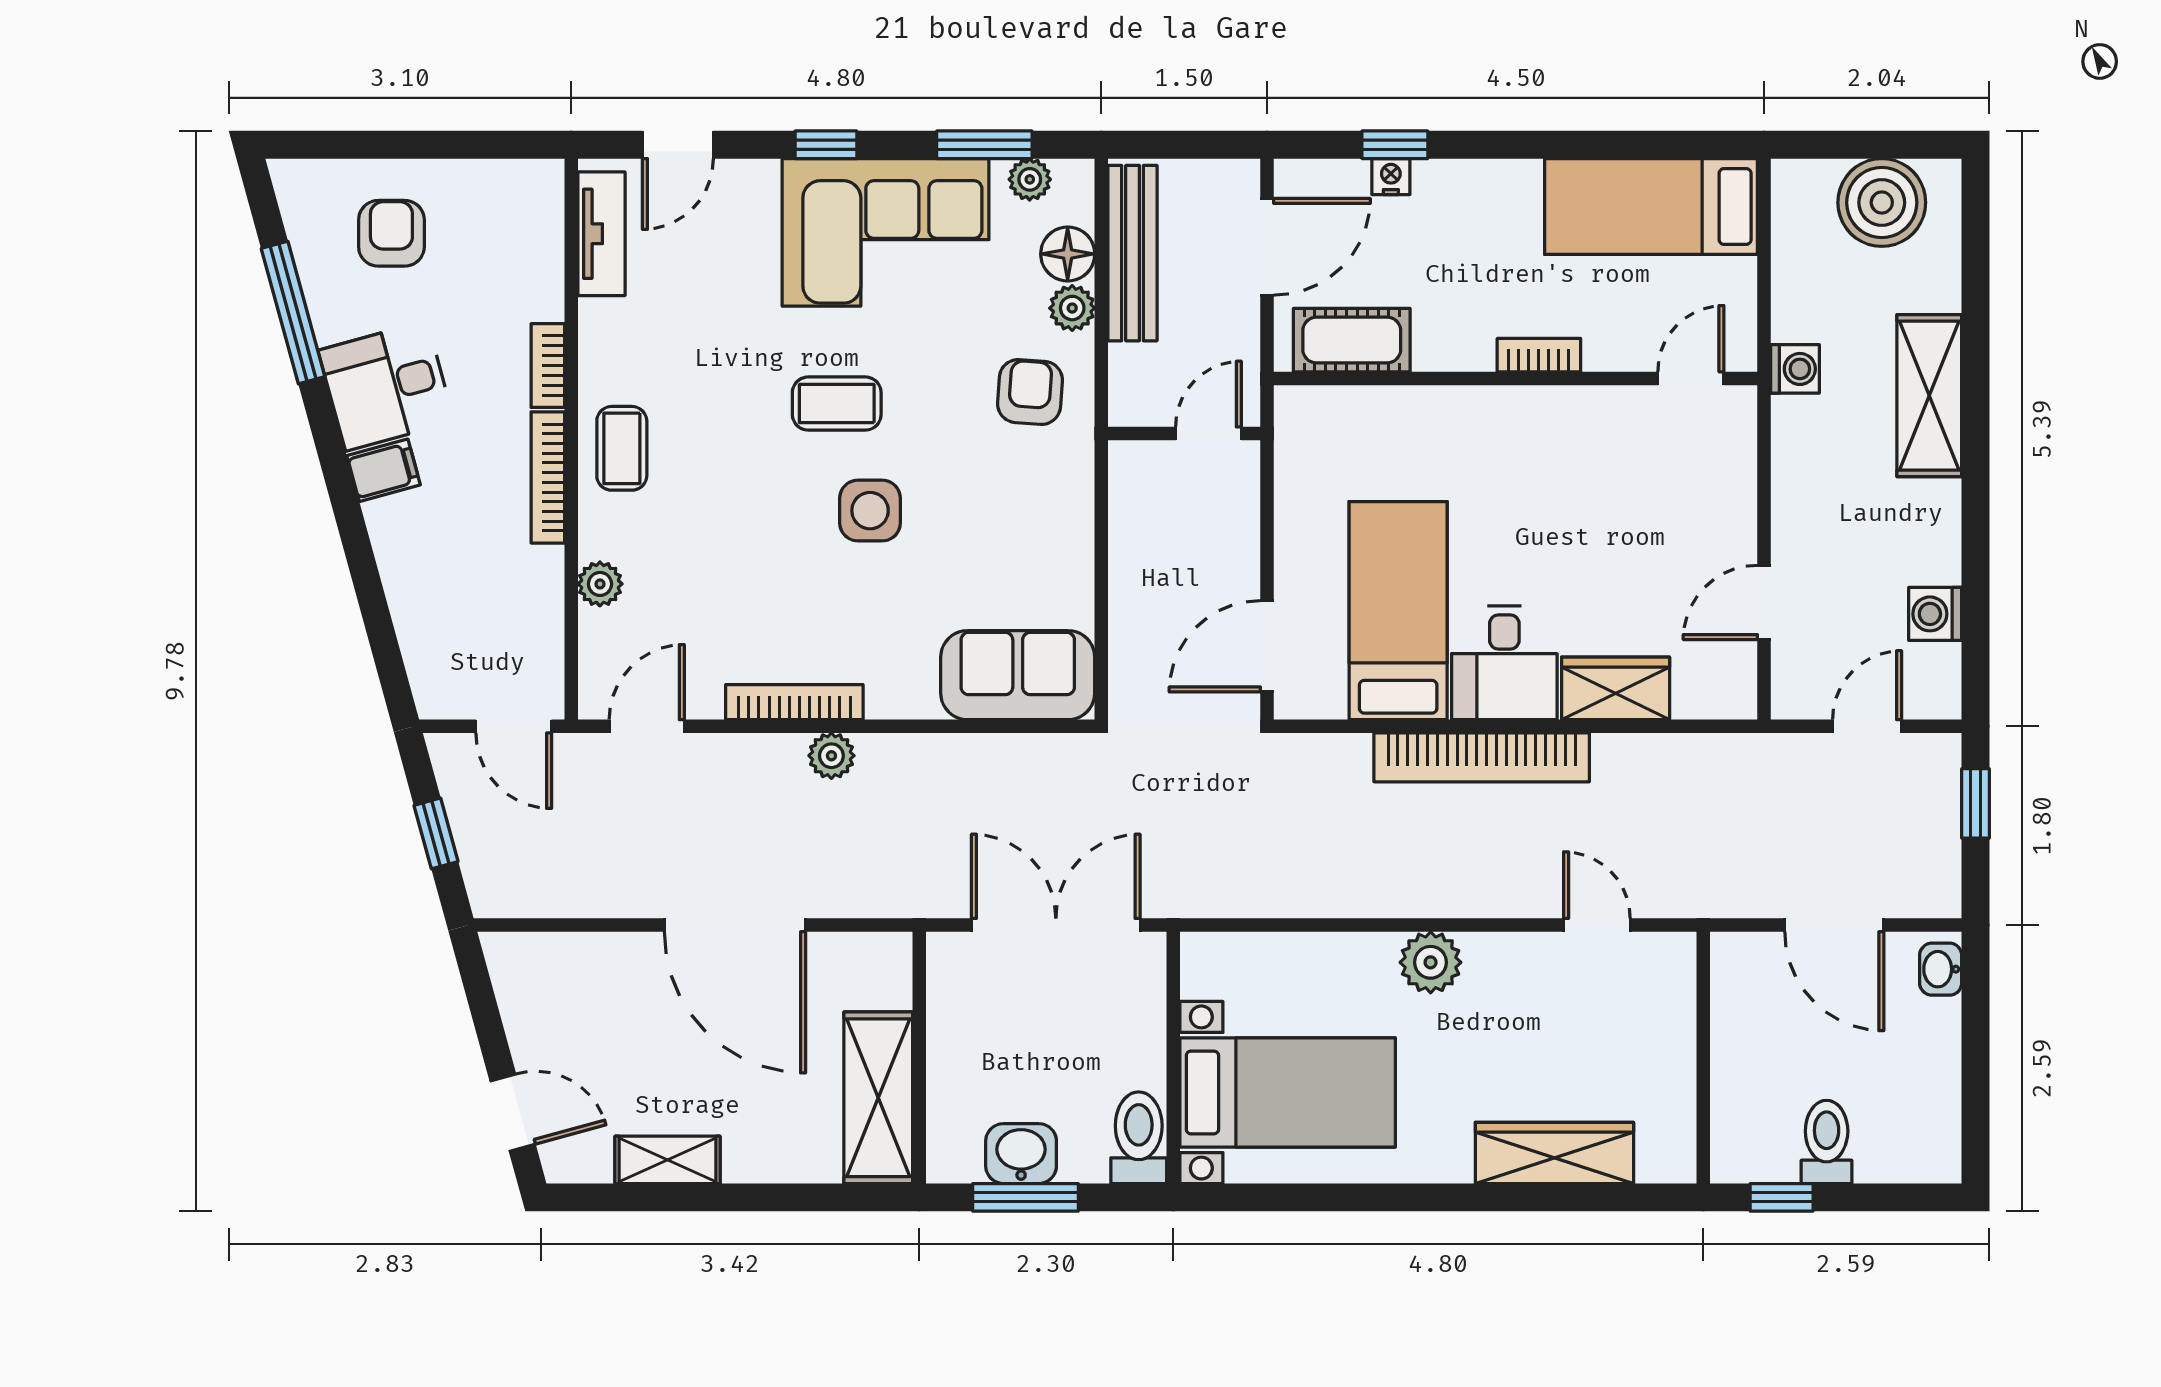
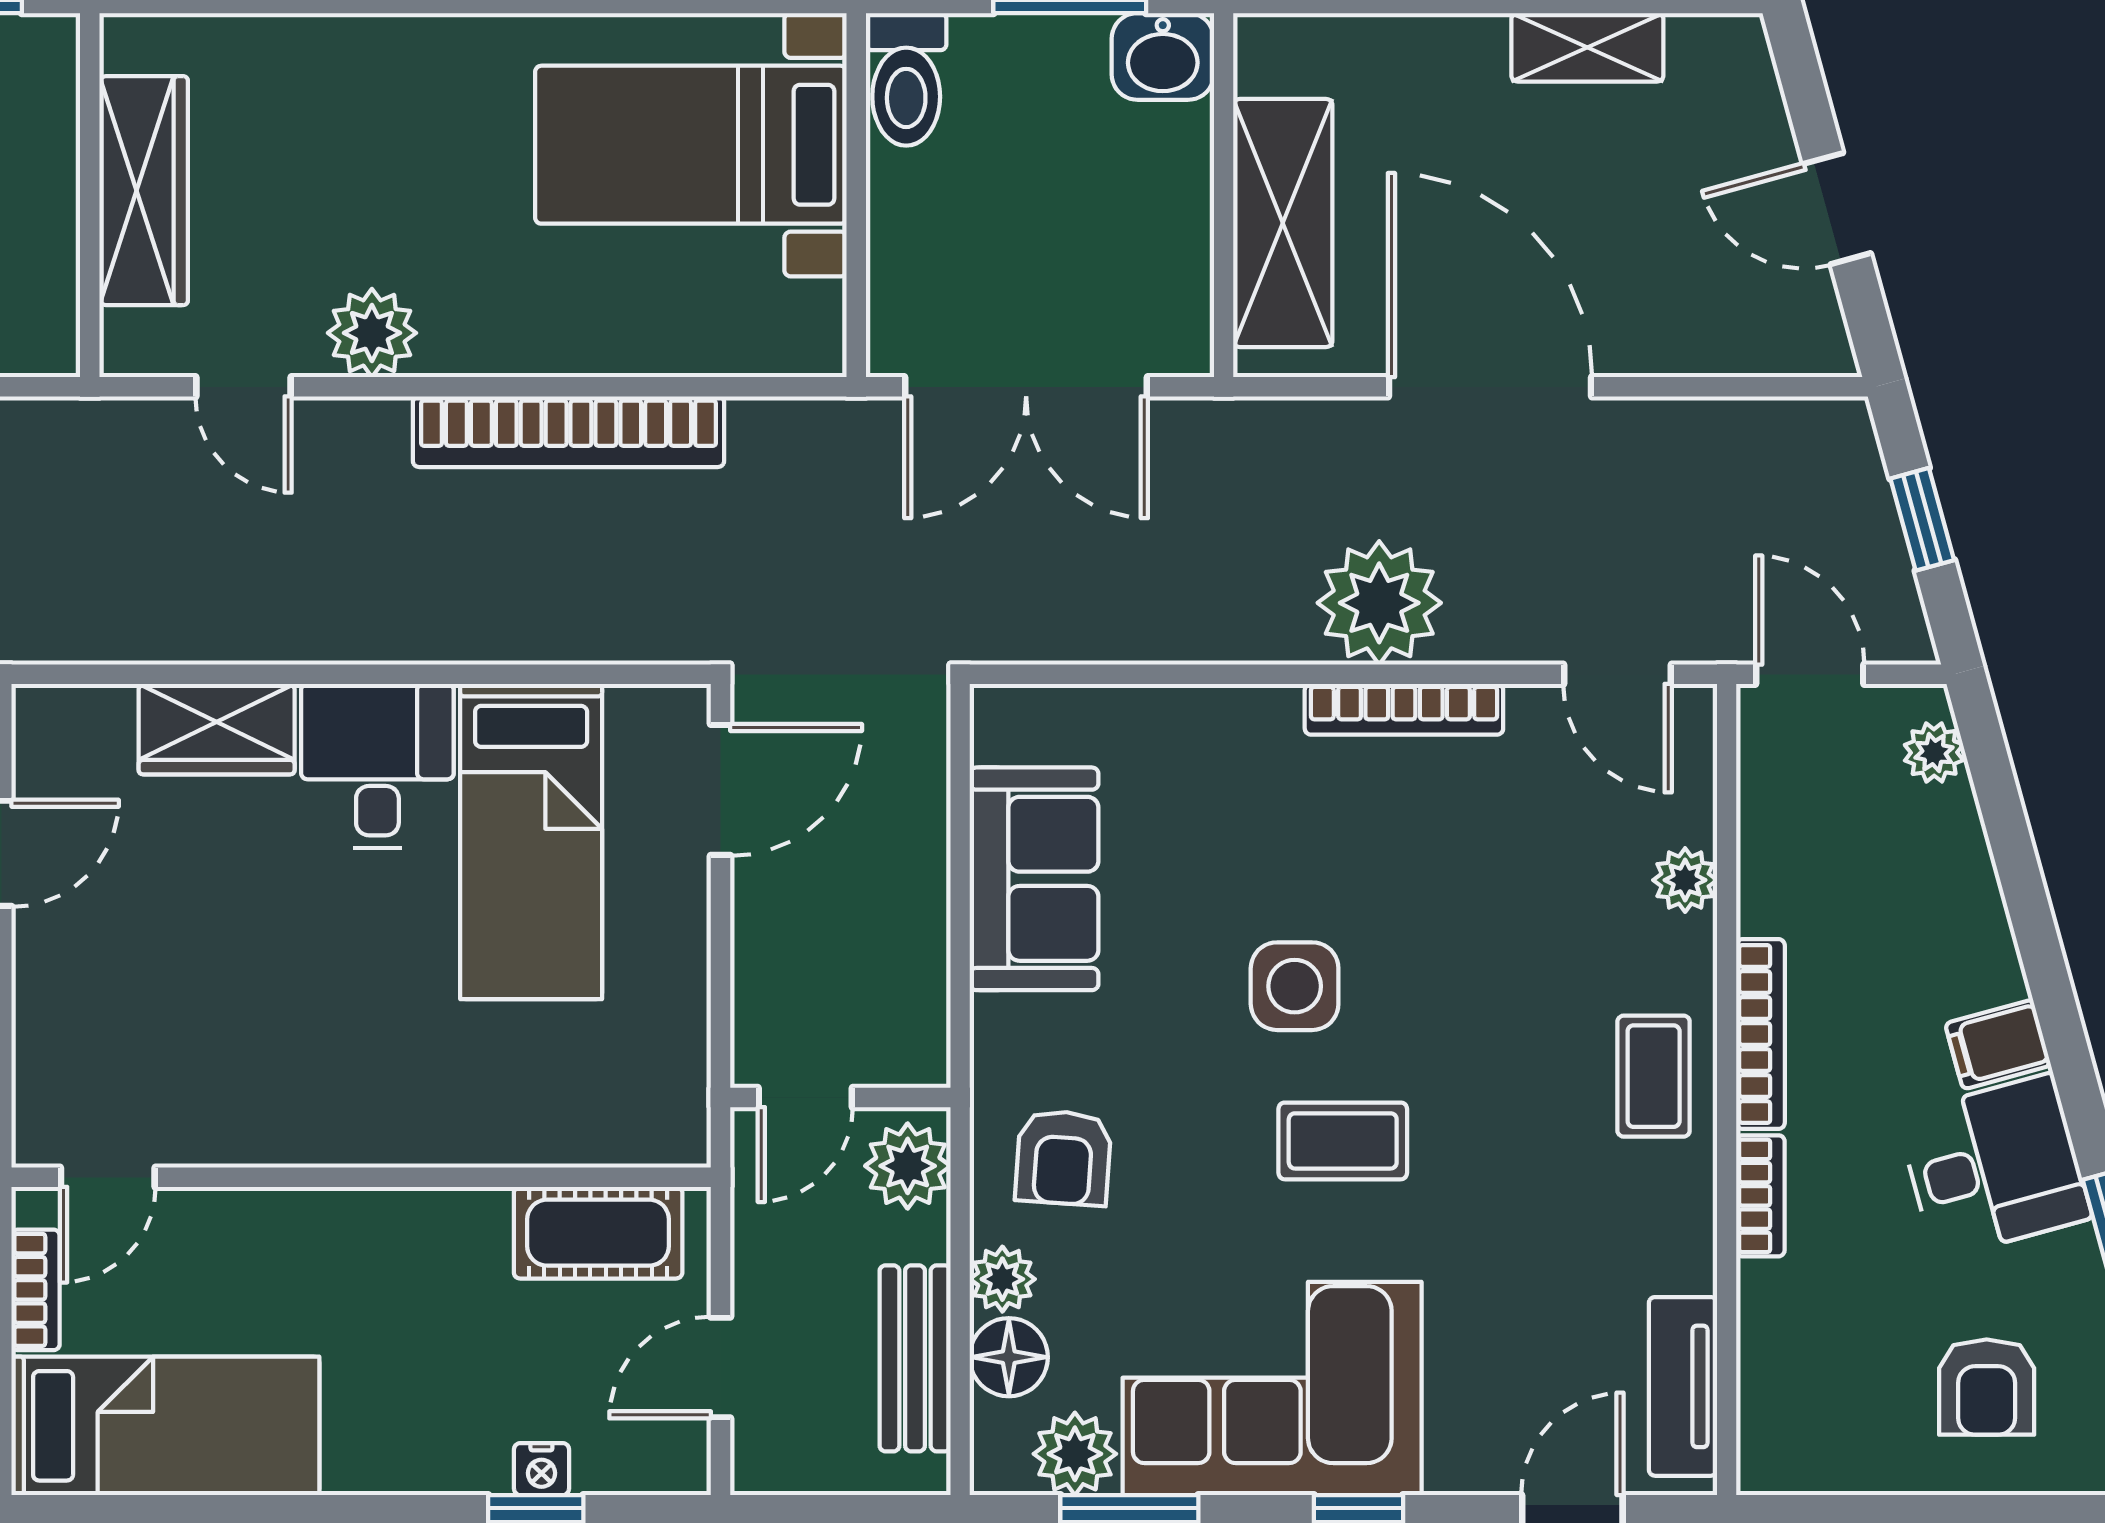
plant: (1030, 179) -> (1075, 1454), width x1.38, depth x1.38
door: (1267, 247) -> (721, 1368), width x0.73
bench: (1133, 253) -> (915, 1358), width x0.73
bookcase: (1539, 355) -> (36, 1290), moved, turned -90
plant: (1138, 386) -> (908, 1166), added
plant: (428, 672) -> (1934, 752), added
sofa: (1018, 675) -> (1034, 879), moved, turned -90
door: (647, 726) -> (1617, 674), hinge flipped
plant: (831, 756) -> (1379, 603), width x1.88, depth x1.88
bookcase: (1482, 757) -> (568, 432), moved, turned 180
plant: (1431, 962) -> (372, 333), moved
shelving: (878, 1098) -> (1283, 223), moved
door: (513, 1113) -> (1837, 209), moved
wardrobe: (1554, 1153) -> (144, 191), moved, turned -90
washbasin: (1021, 1154) -> (1163, 56), moved

